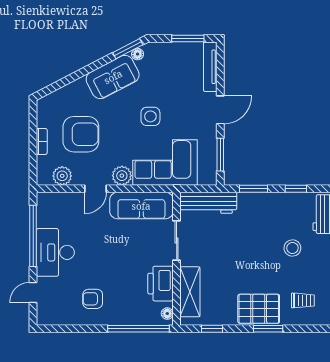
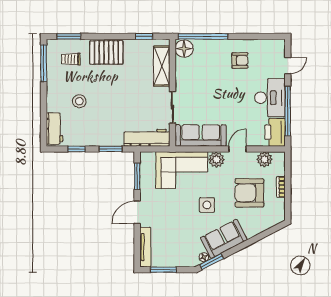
side table: (150, 116) -> (207, 205), moved
printer: (161, 284) -> (275, 132), moved, turned 180
floor lamp: (167, 314) -> (184, 49), width x1.89, depth x1.89
window: (268, 329) -> (69, 36), moved

